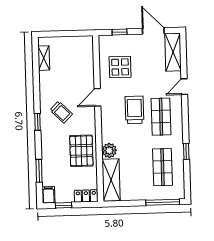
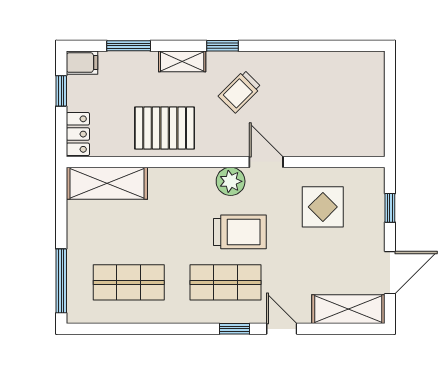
shelving: (44, 58) -> (182, 61), moved
plant: (109, 150) -> (231, 181), moved
window: (186, 151) -> (235, 329), moved

